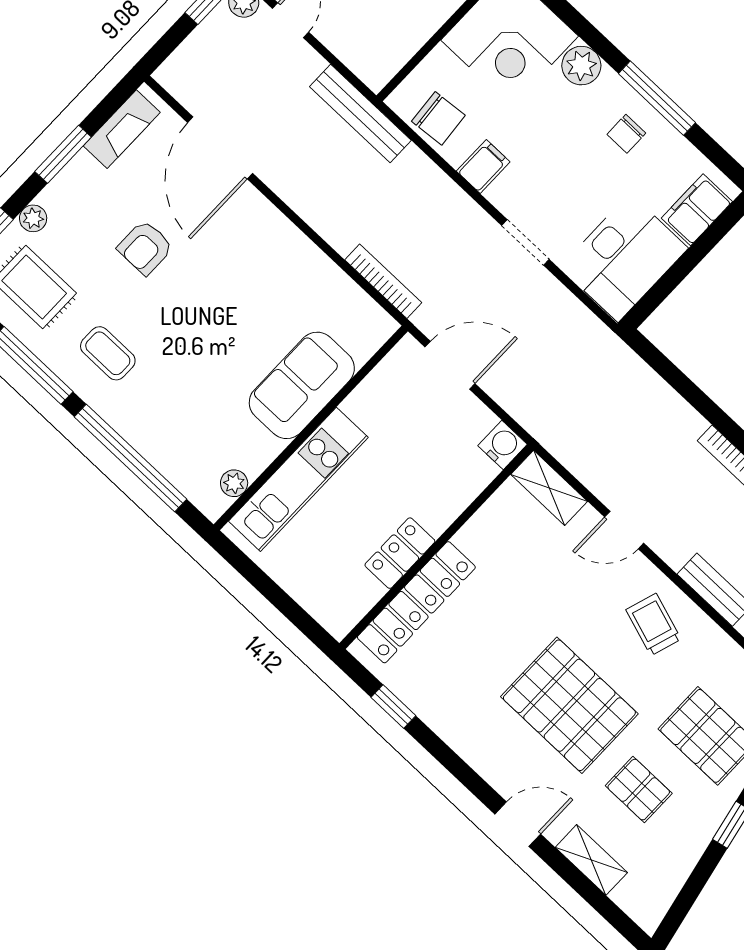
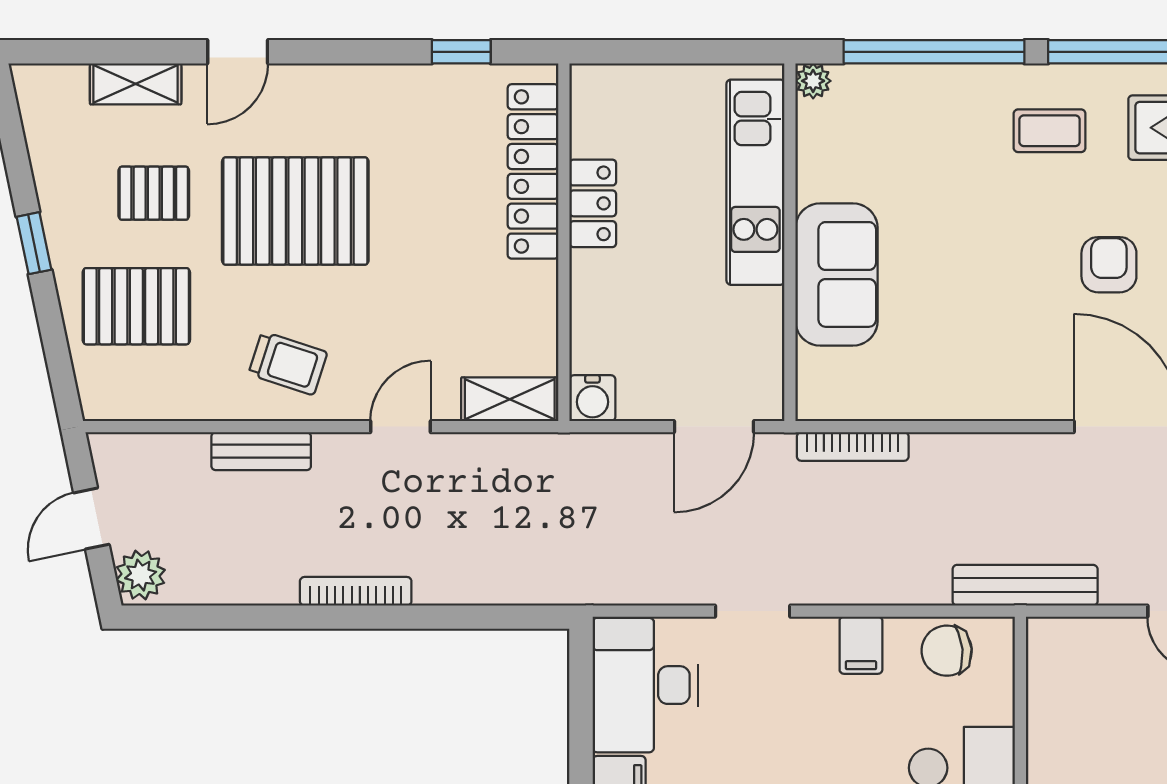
plant: (234, 483) -> (813, 81), moved

